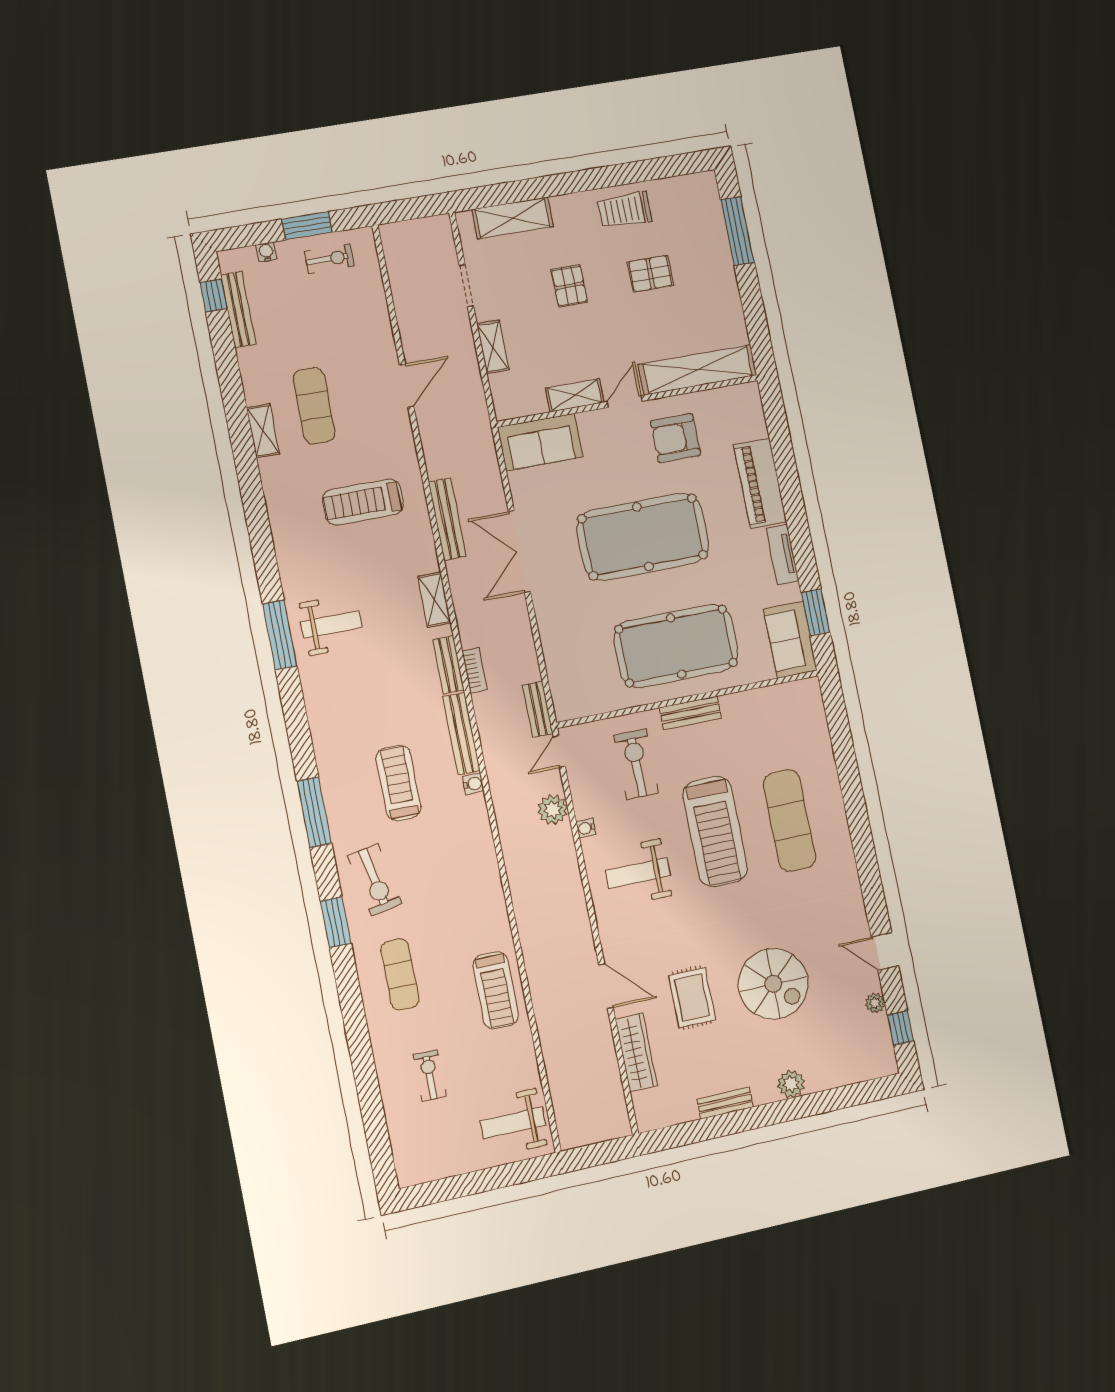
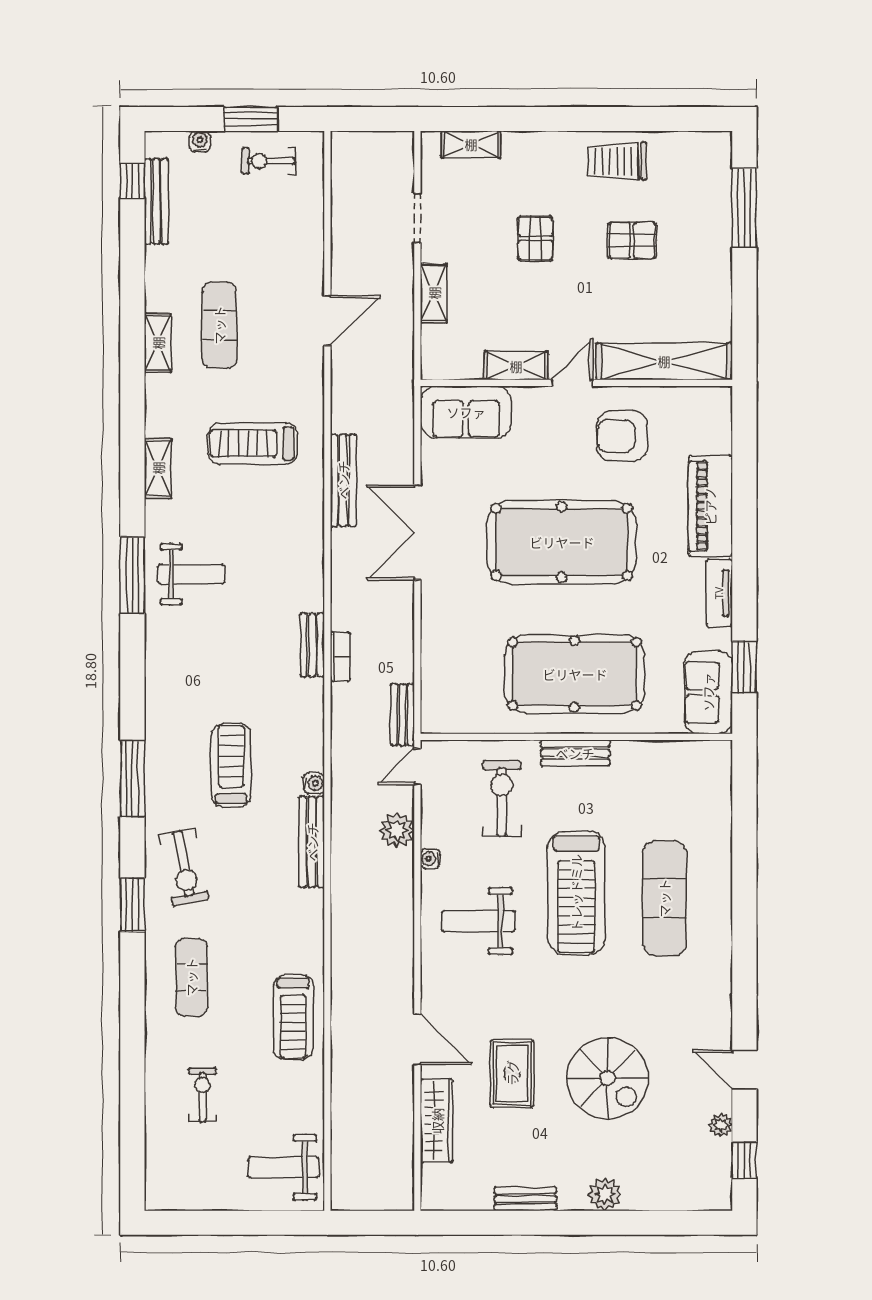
shelving: (513, 218) -> (471, 144), width x0.67, depth x0.75
exercise bike: (329, 259) -> (269, 161), turned 180
shelving: (434, 600) -> (158, 468), moved
bench: (461, 734) -> (312, 842), moved

